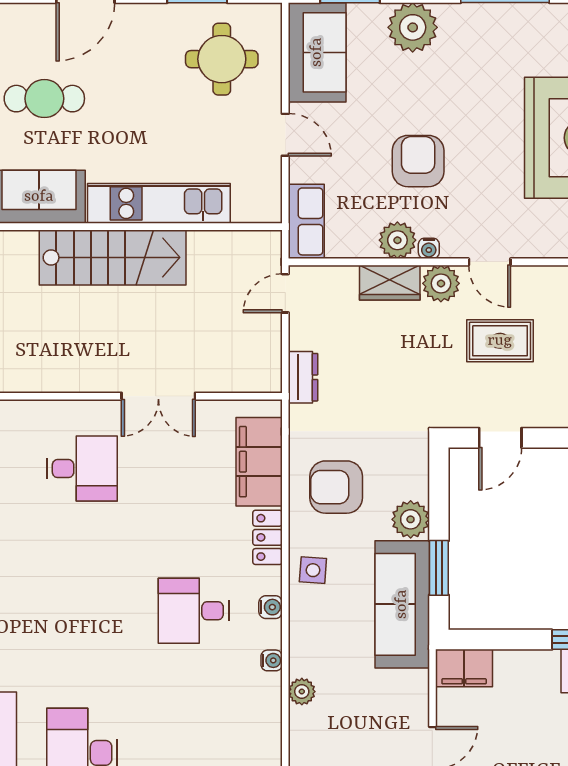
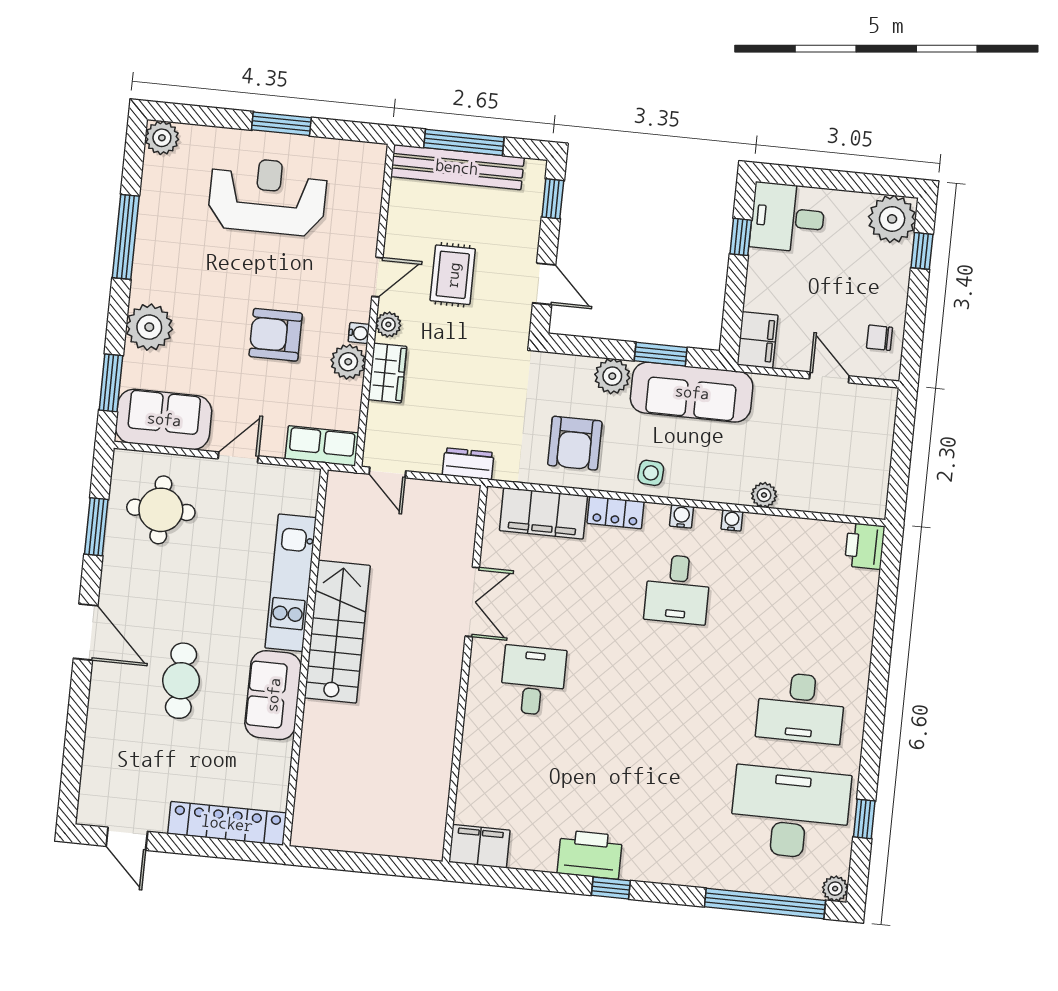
plant: (441, 283) -> (388, 324), width x0.73, depth x0.73

